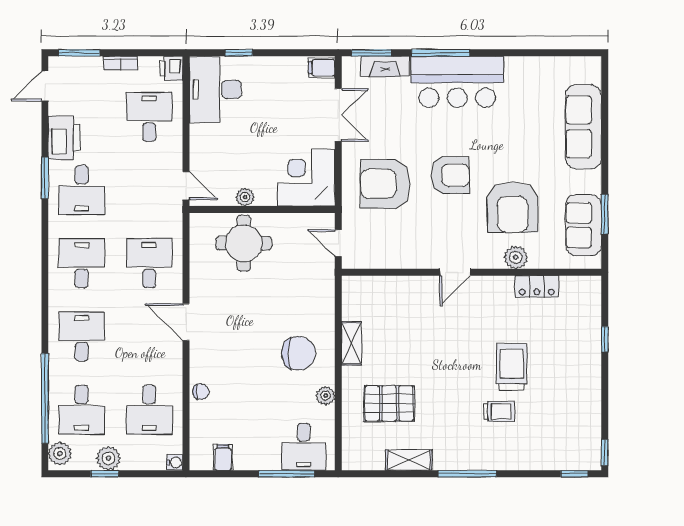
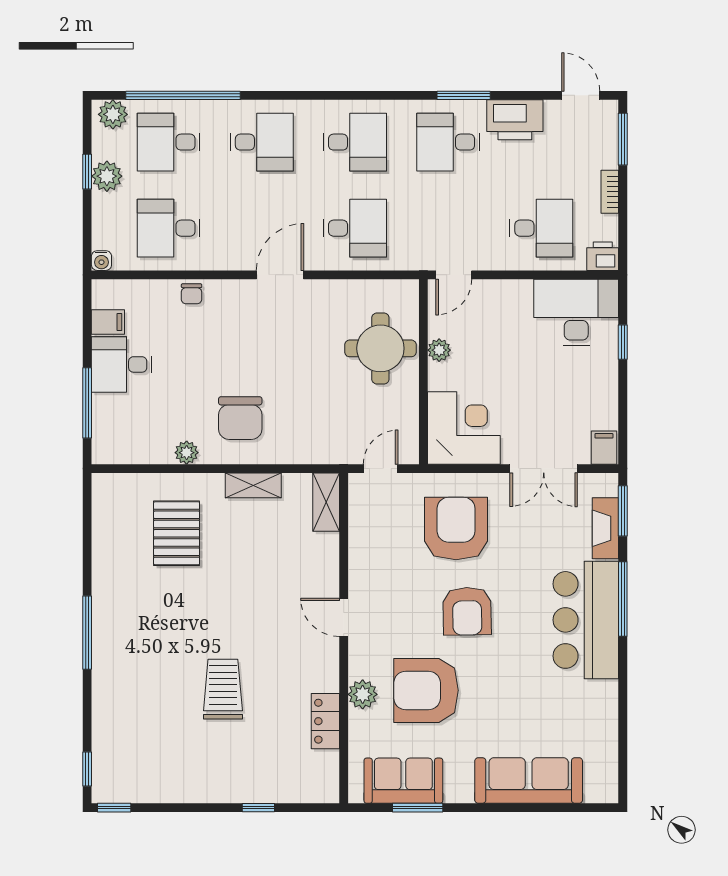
trolley: (512, 367) -> (223, 689), turned -90
trolley: (499, 411) -> (167, 673), removed
desk: (304, 447) -> (121, 364), moved
shelving: (409, 460) -> (326, 502), moved

